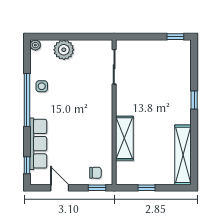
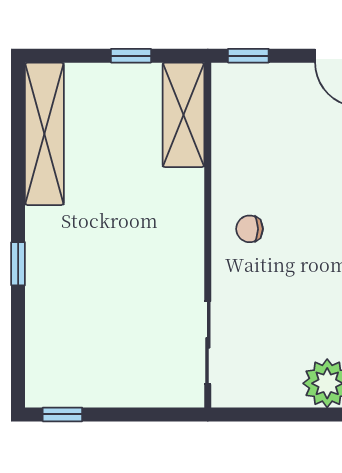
shelving: (124, 138) -> (183, 115), moved
chair: (95, 173) -> (250, 229), moved

